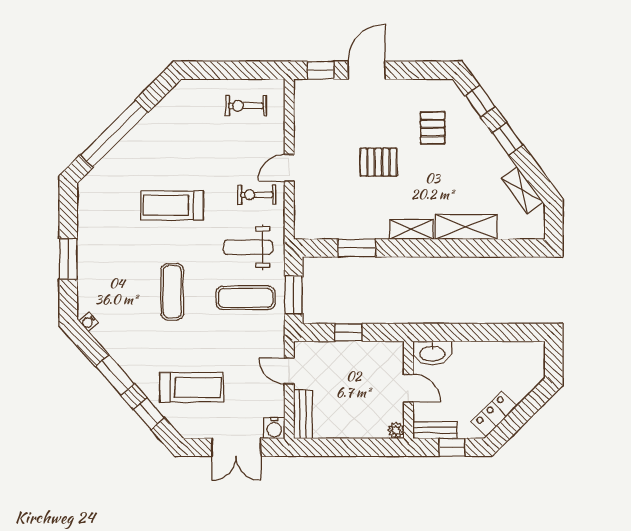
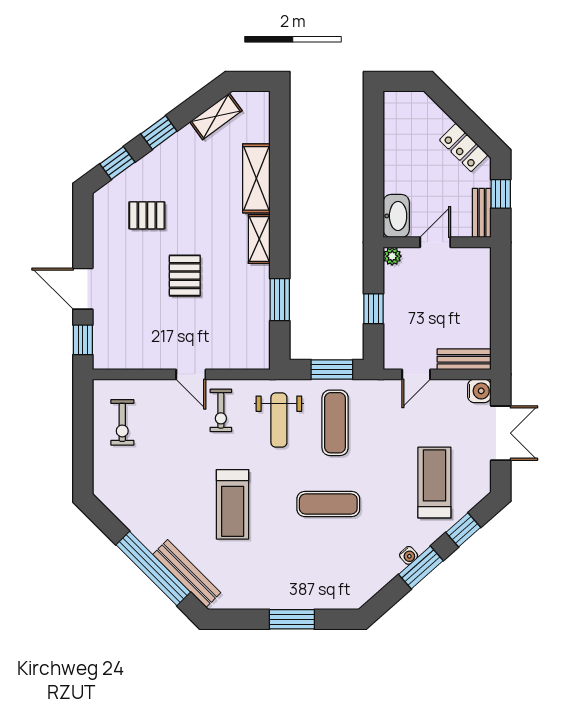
bench: (109, 164) -> (187, 574), added
water cooler: (88, 322) -> (409, 555), moved
plant: (396, 430) -> (392, 256), moved

